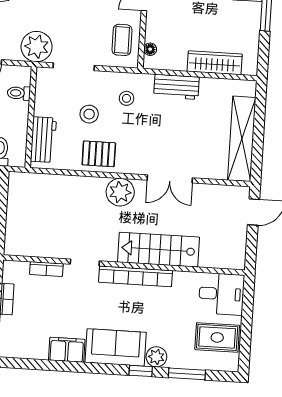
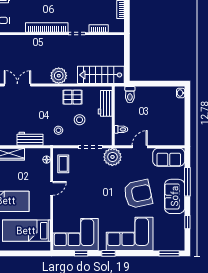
double door: (170, 179) -> (17, 85), moved
stairs: (159, 250) -> (101, 75), moved, turned 180

